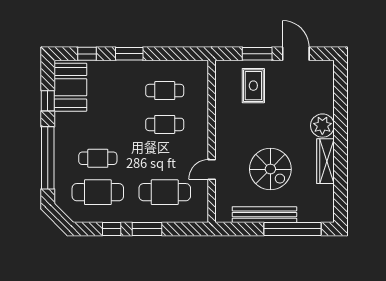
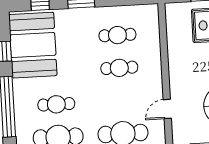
booth: (70, 87) -> (33, 45), width x1.36, depth x1.42

